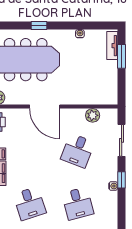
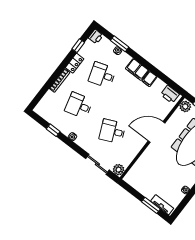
plant: (93, 115) -> (119, 170), moved
desk: (78, 151) -> (112, 131), turned -45
window: (122, 180) -> (53, 130), moved

